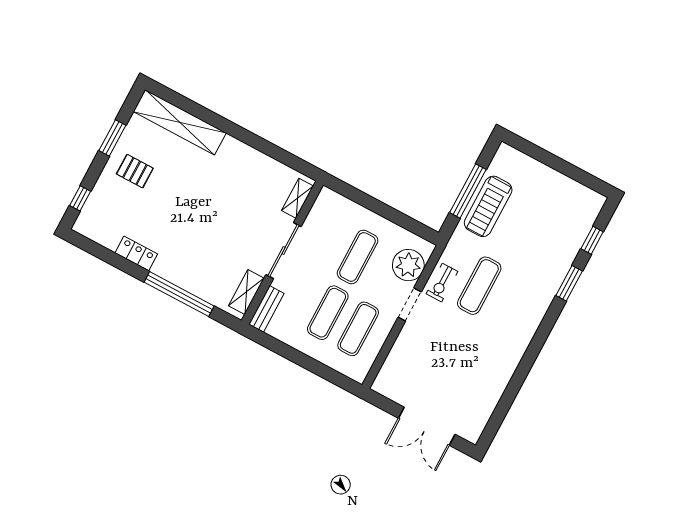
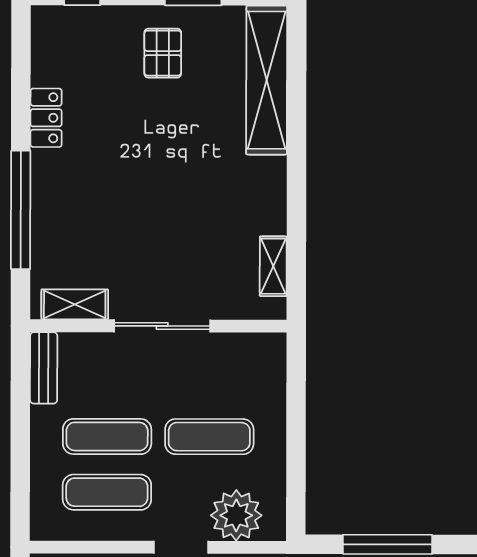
shelving: (297, 198) -> (273, 266), moved, turned 90
bench: (266, 309) -> (44, 368), moved, turned 90

